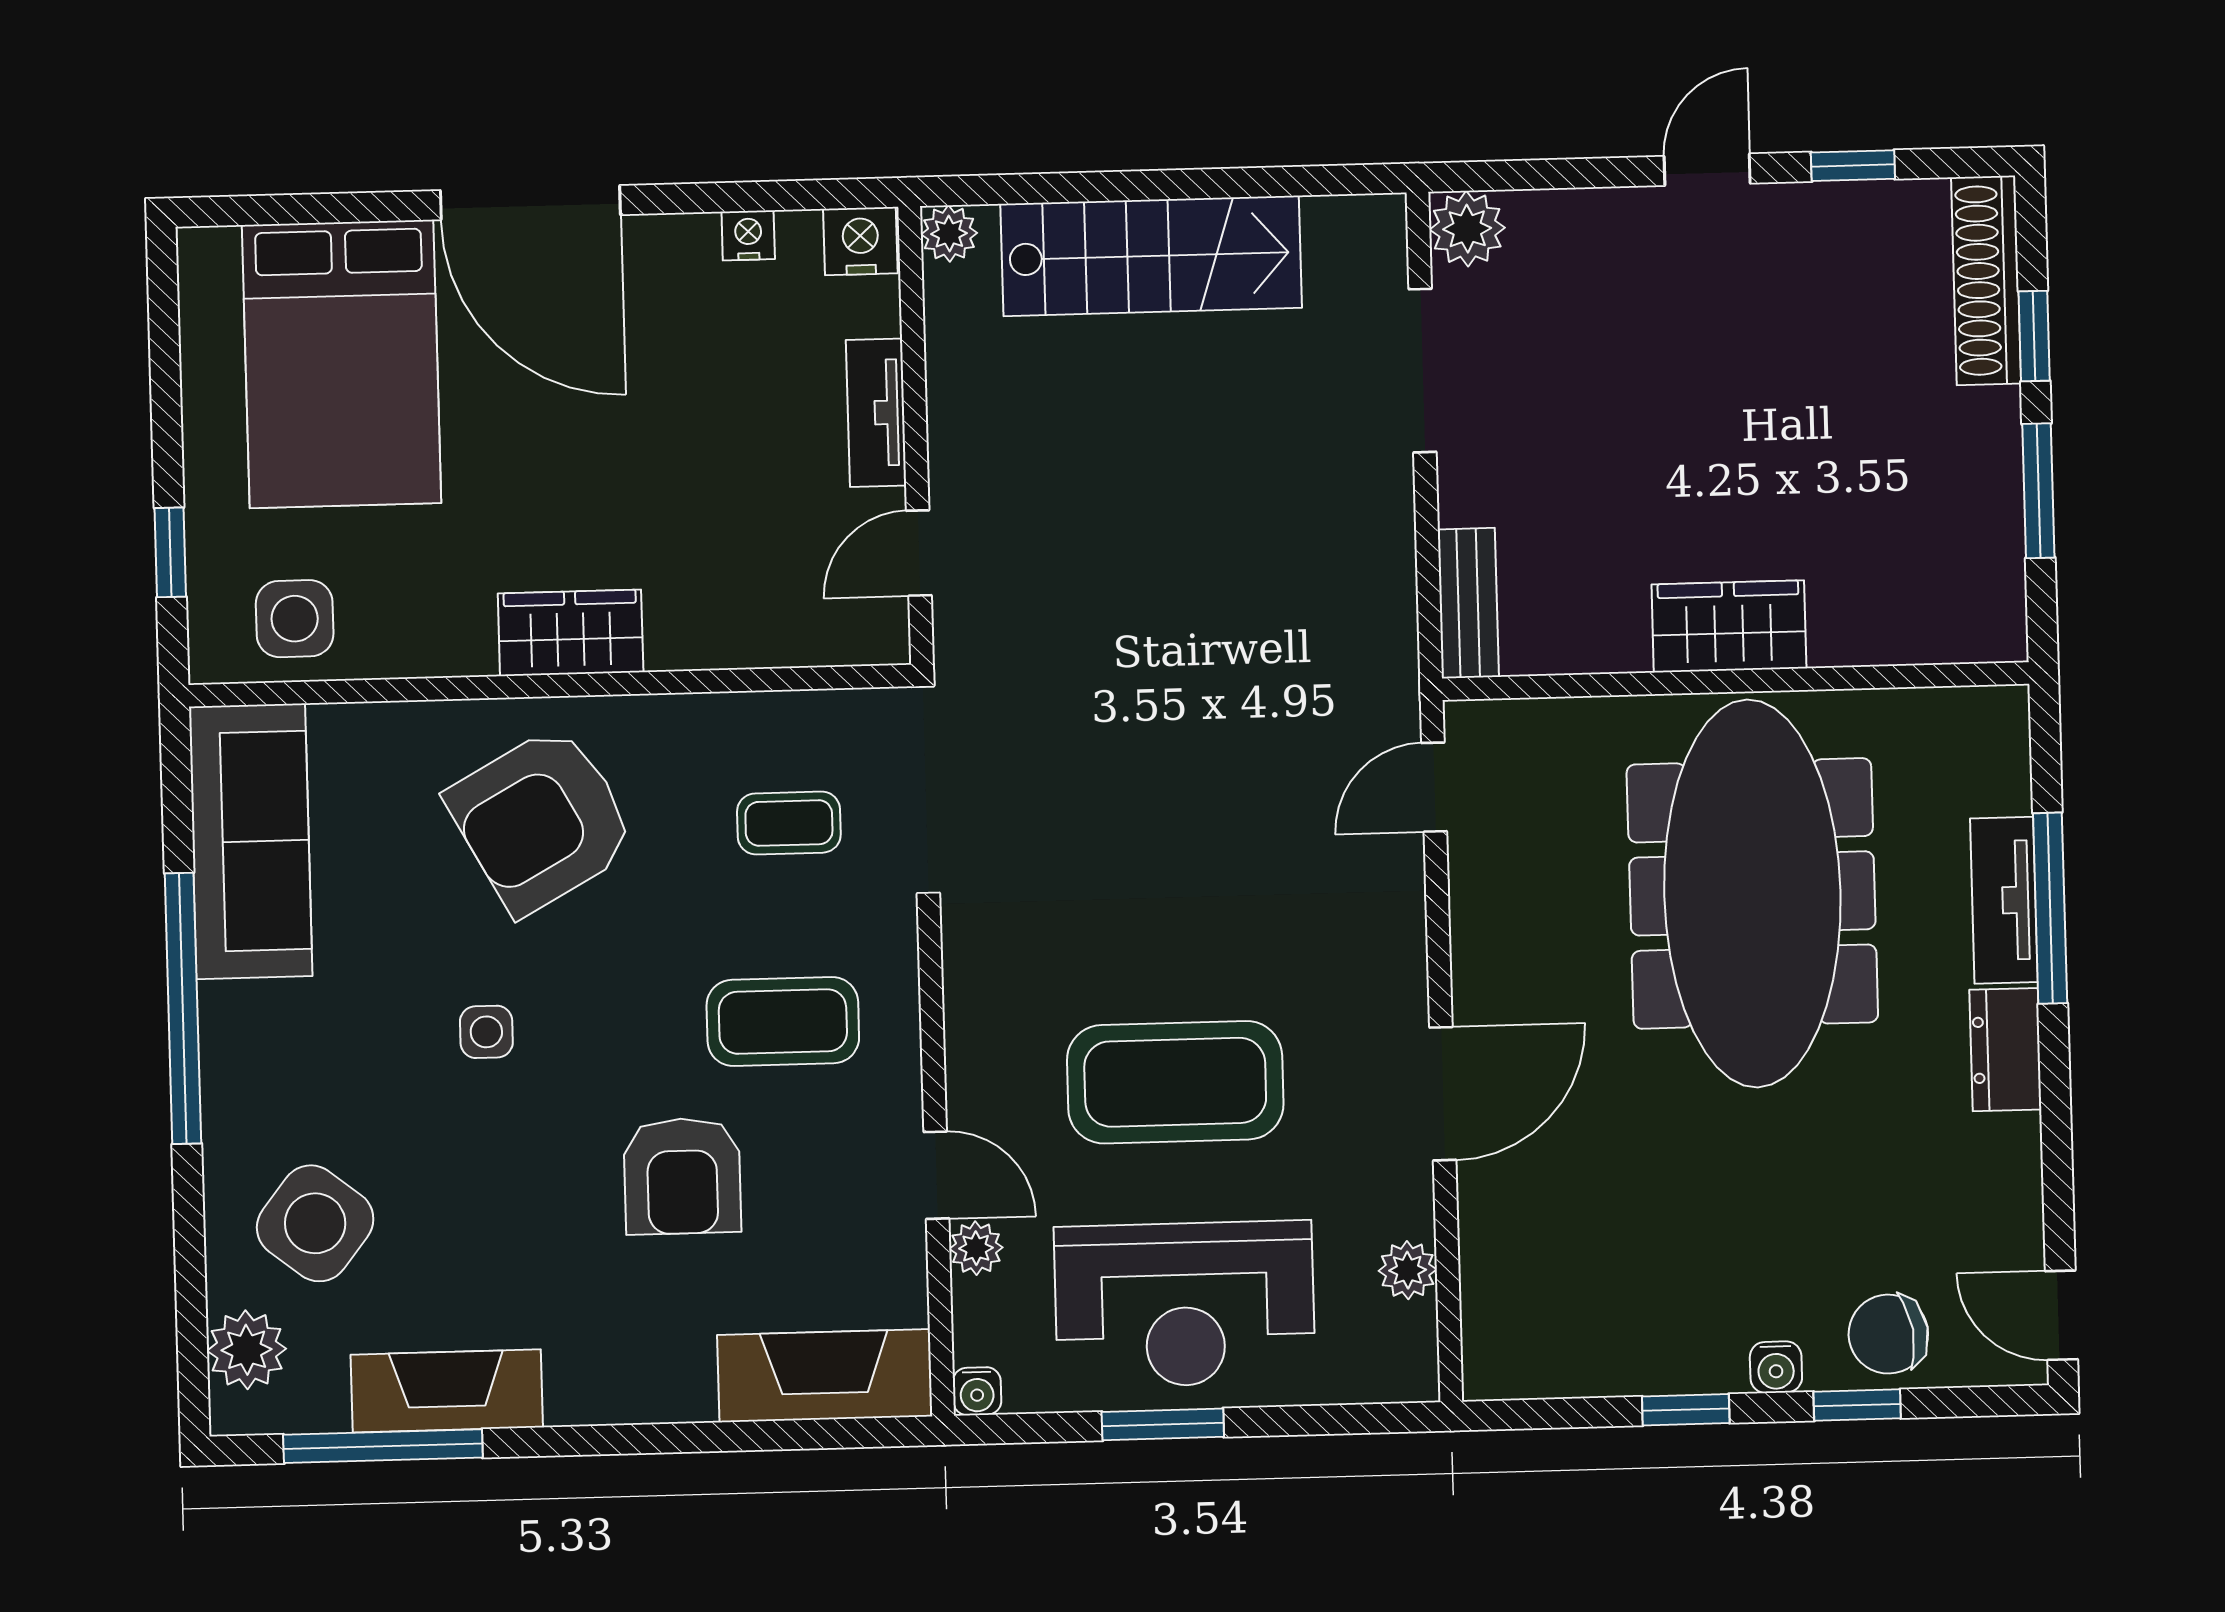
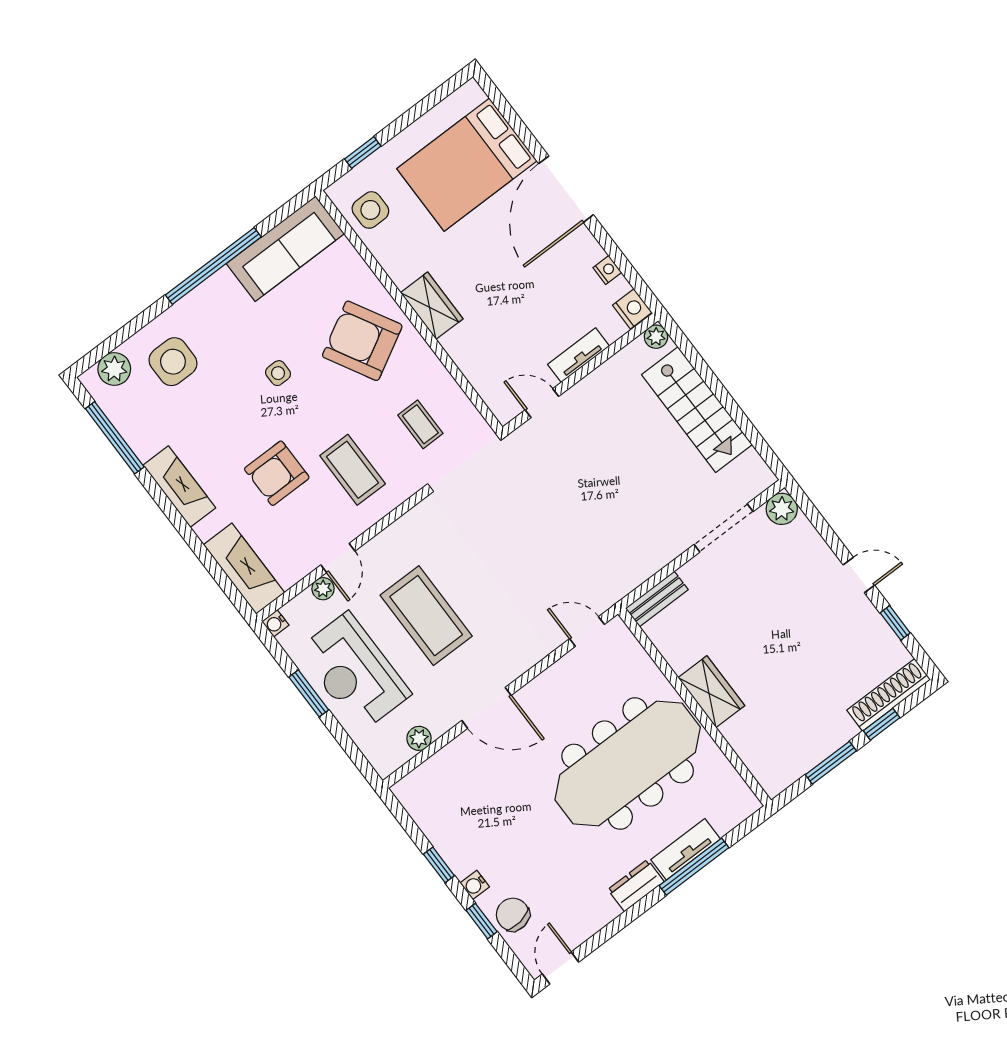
side table: (315, 1223) -> (173, 362), turned -38
fireplace: (447, 1391) -> (179, 487), moved

